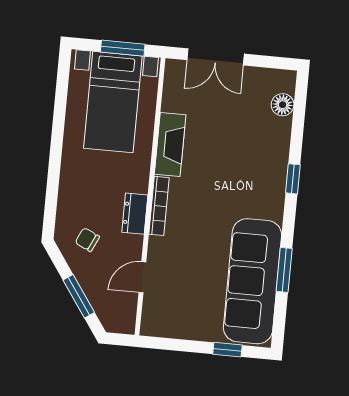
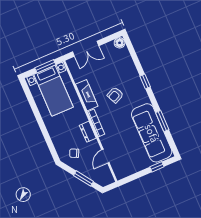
floor lamp: (283, 105) -> (120, 43), moved
armchair: (223, 173) -> (115, 95), added

